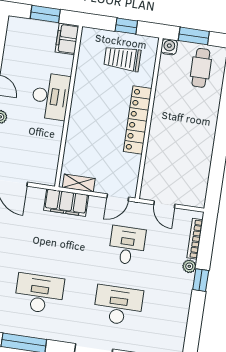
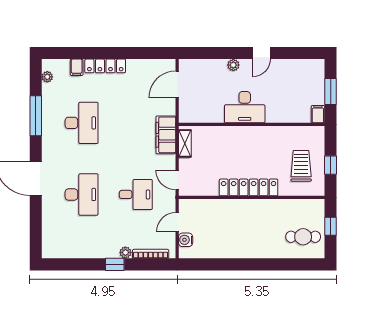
window: (194, 36) -> (331, 226), width x0.67
filing cabinet: (67, 39) -> (318, 114), width x0.50
water cooler: (169, 47) -> (186, 240), moved, turned 180
desk: (51, 96) -> (245, 107), moved

